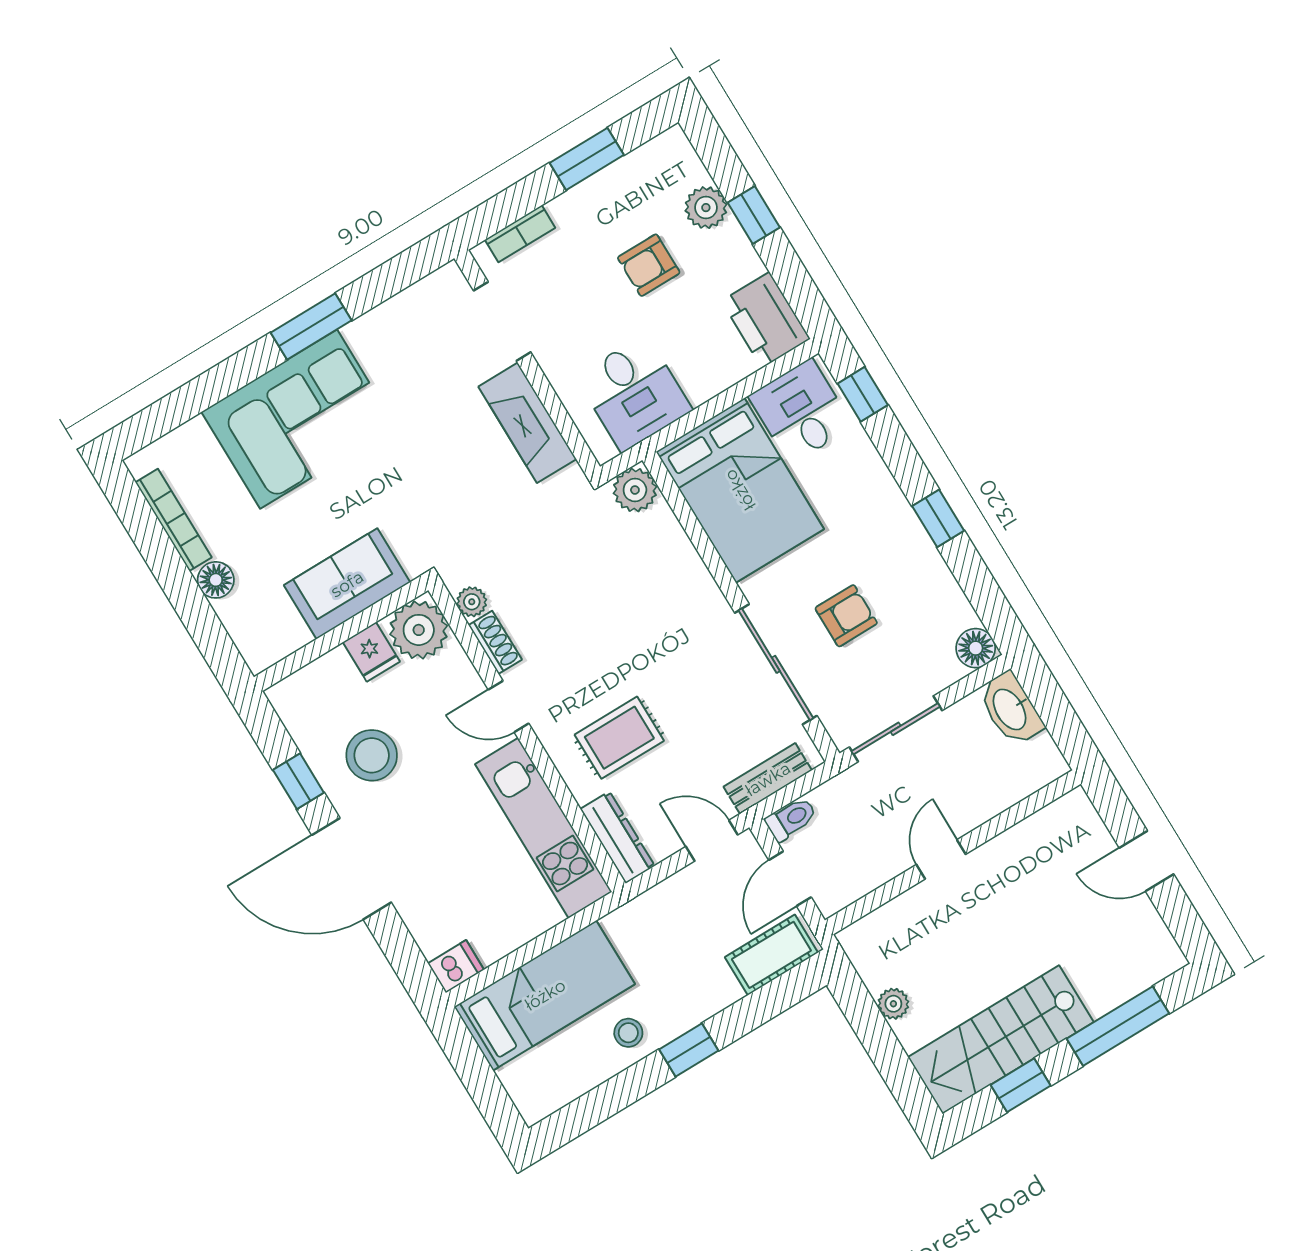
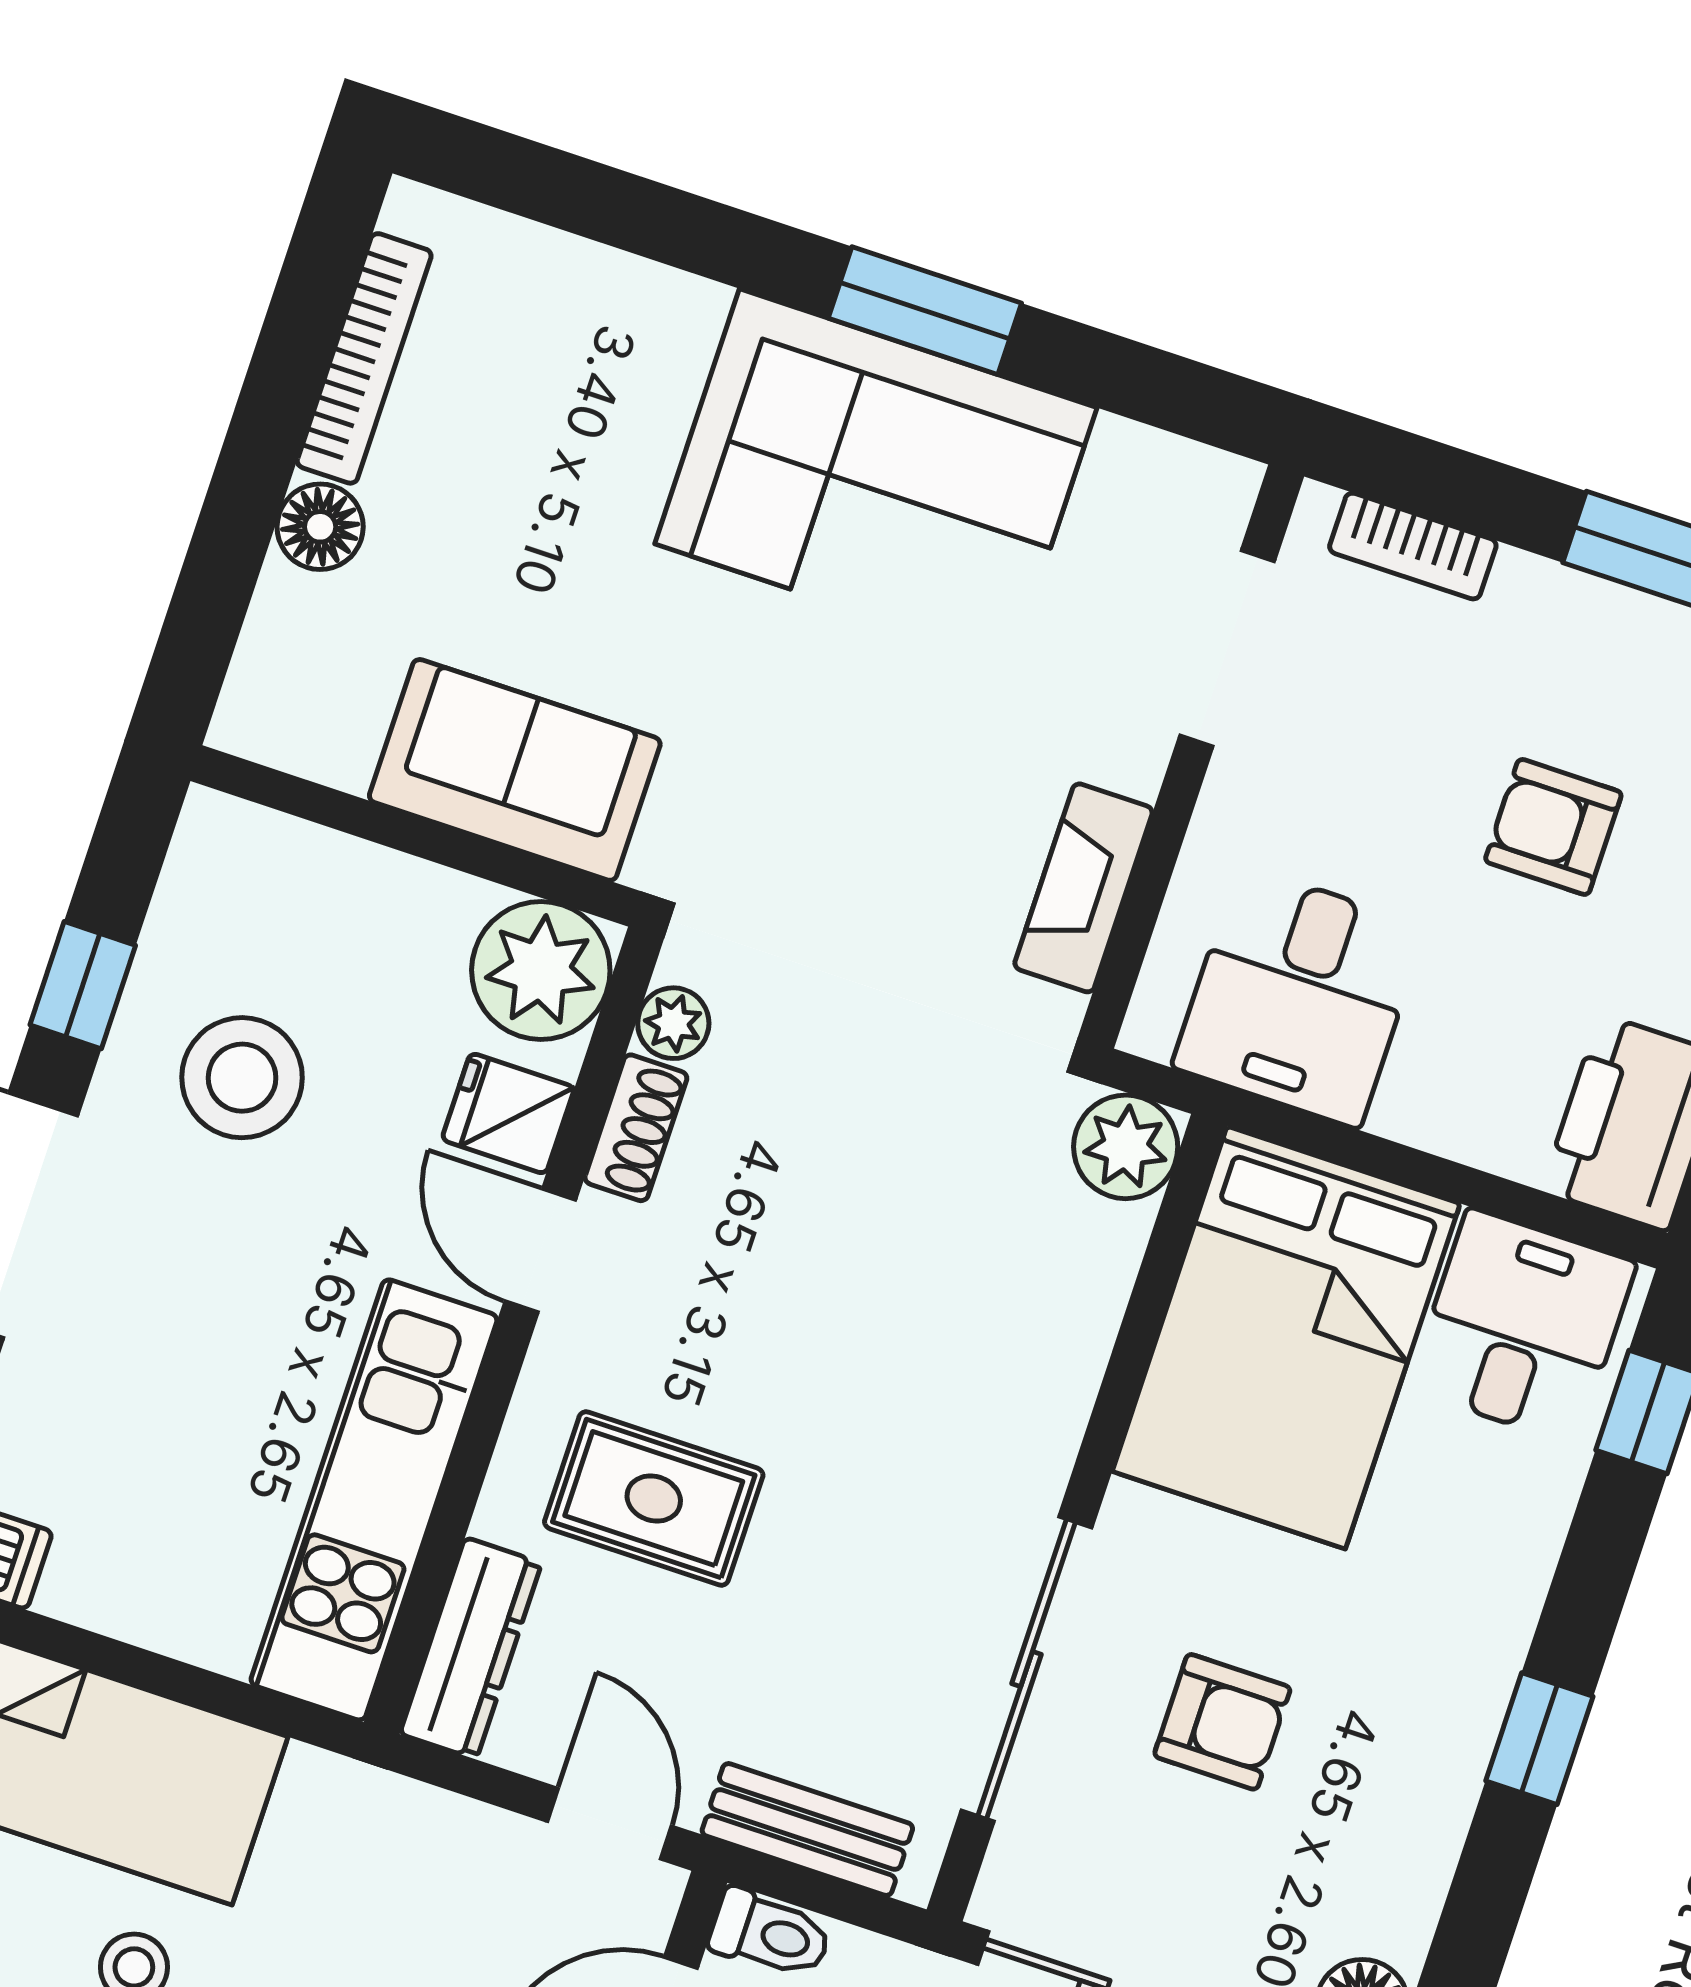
corner sofa: (299, 419) -> (876, 476), moved
fireplace: (527, 423) -> (1084, 888), width x0.73, depth x0.76
fridge: (371, 652) -> (508, 1113), moved, turned 90

